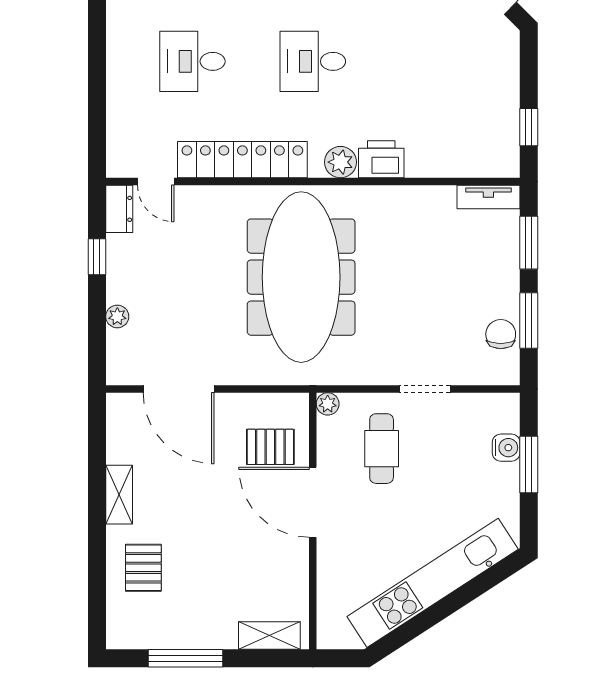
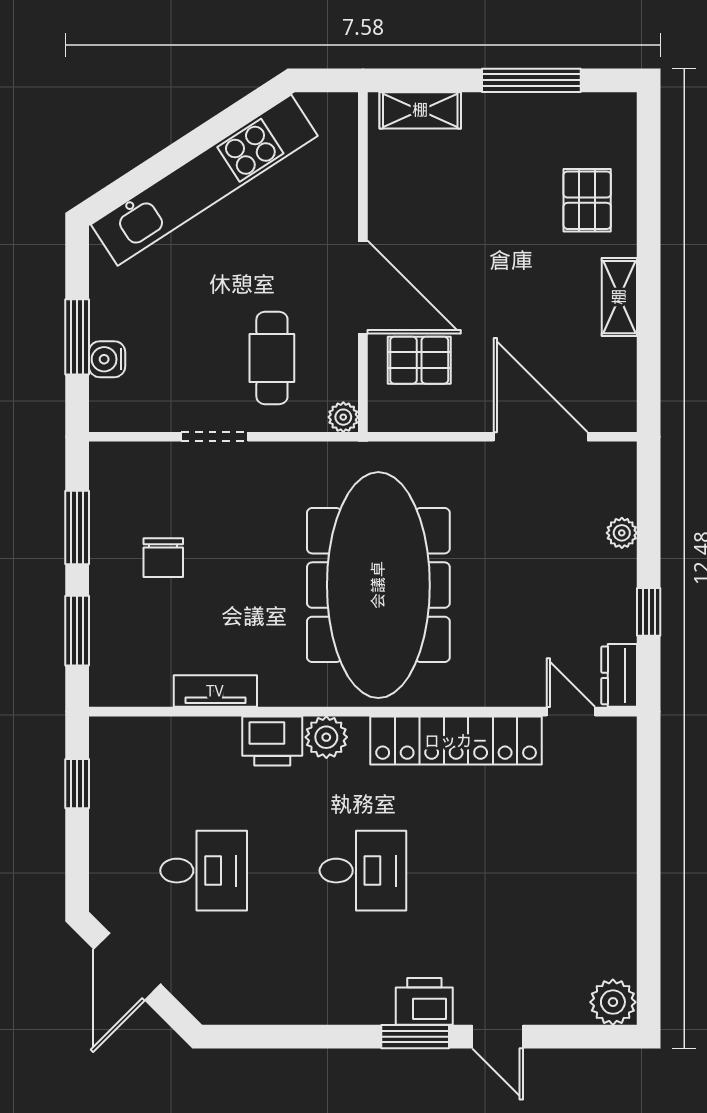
desk: (192, 61) -> (204, 871), moved
tv unit: (488, 197) -> (215, 691), moved
chair: (501, 334) -> (163, 558), moved

